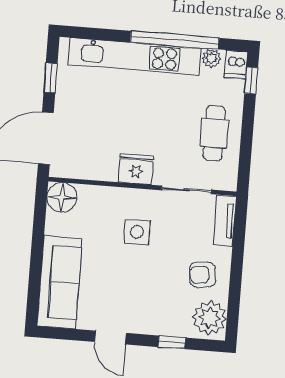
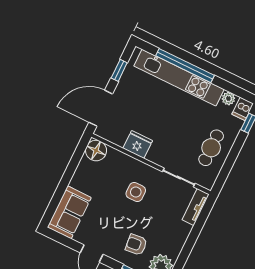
window: (175, 40) -> (185, 66), moved
fridge: (136, 169) -> (138, 145), moved
armchair: (202, 275) -> (136, 245), moved
sofa: (60, 282) -> (69, 212), width x0.73

